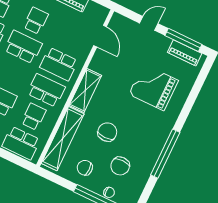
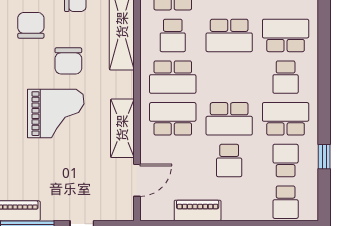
door: (100, 36) -> (137, 180), swing flipped
grand piano: (154, 87) -> (56, 114), moved
shelving: (85, 90) -> (122, 128), moved

